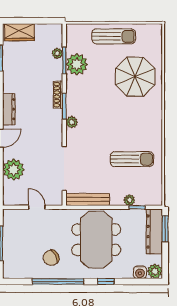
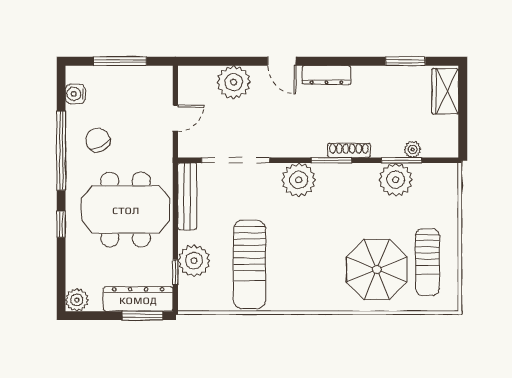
sun lounger: (114, 36) -> (428, 262), moved
plant: (72, 122) -> (299, 180), width x1.87, depth x1.87
sun lounger: (132, 159) -> (250, 265), width x1.36, depth x1.34
plant: (129, 200) -> (194, 261), width x1.88, depth x1.88
water cooler: (140, 272) -> (75, 94), moved

